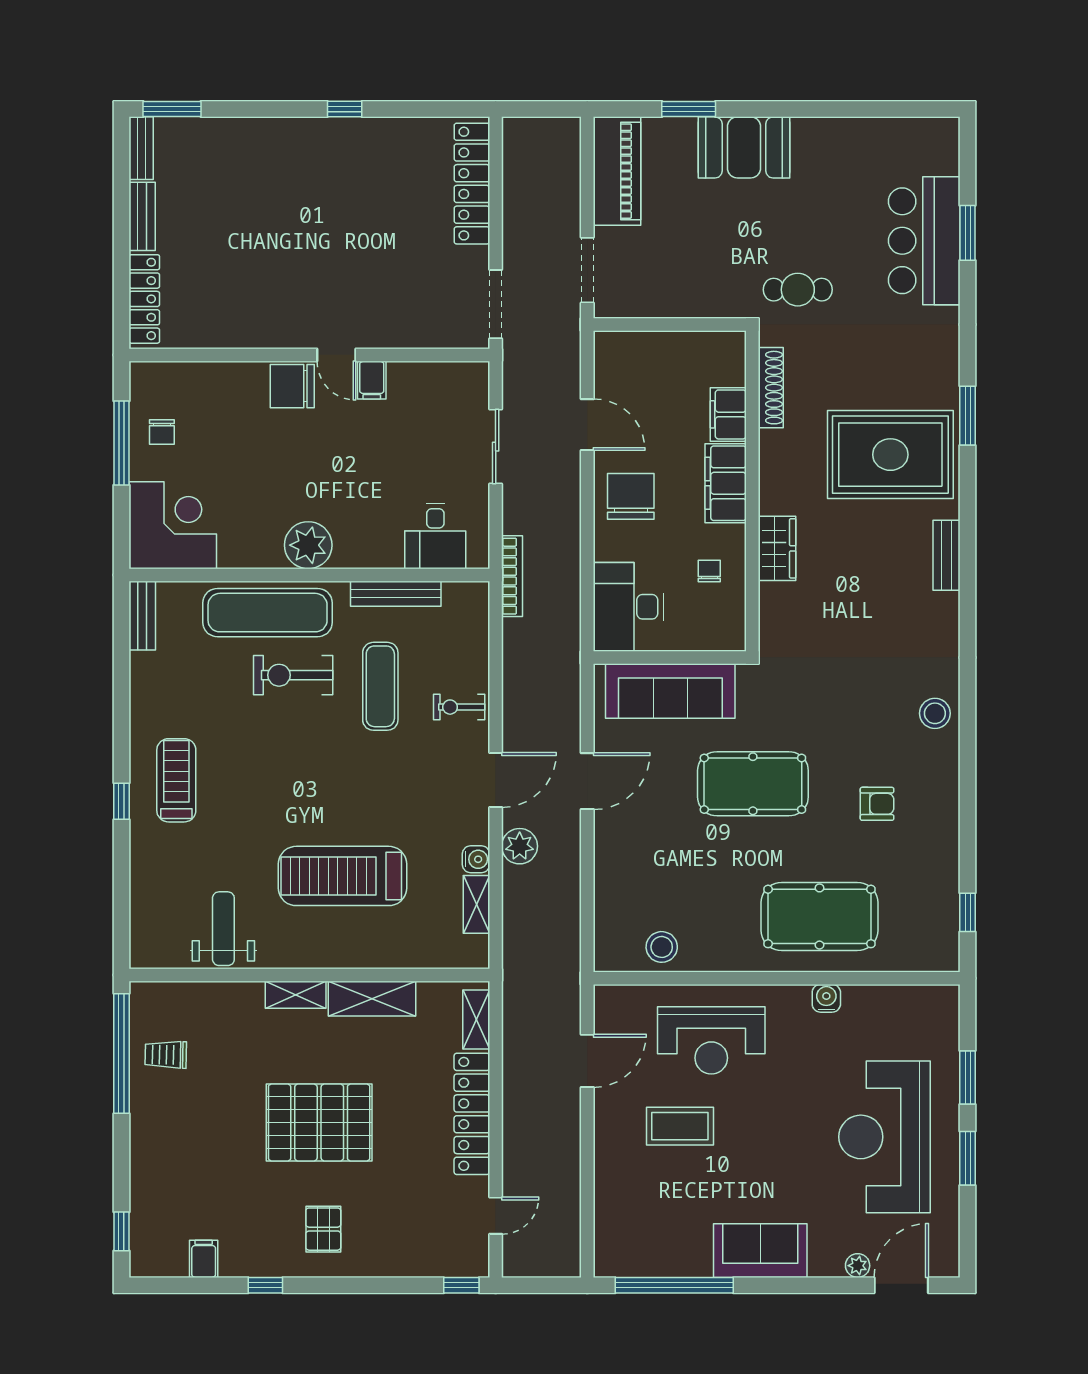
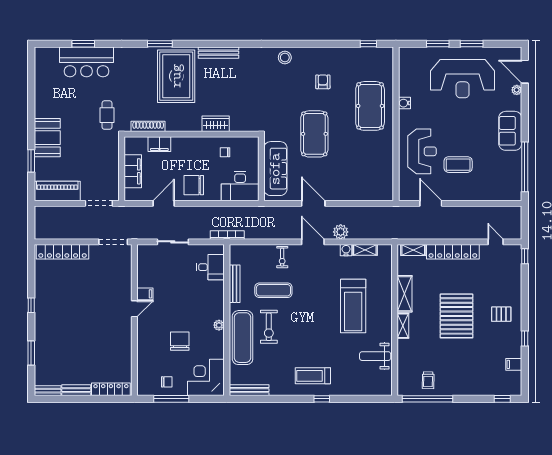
window: (172, 109) -> (31, 353), moved
chair: (292, 386) -> (180, 341), moved, turned 180
filing cabinet: (726, 483) -> (133, 171), moved, turned -90
plant: (308, 545) -> (219, 325), width x0.53, depth x0.53
bench: (946, 555) -> (218, 53), width x1.36
bench: (142, 616) -> (249, 390), width x1.36
stool: (662, 947) -> (383, 172), removed
coffee table: (680, 1126) -> (458, 165), turned 90

